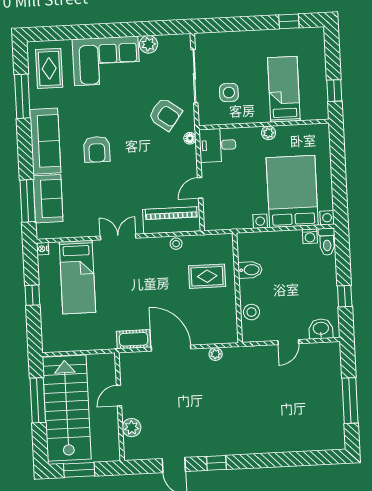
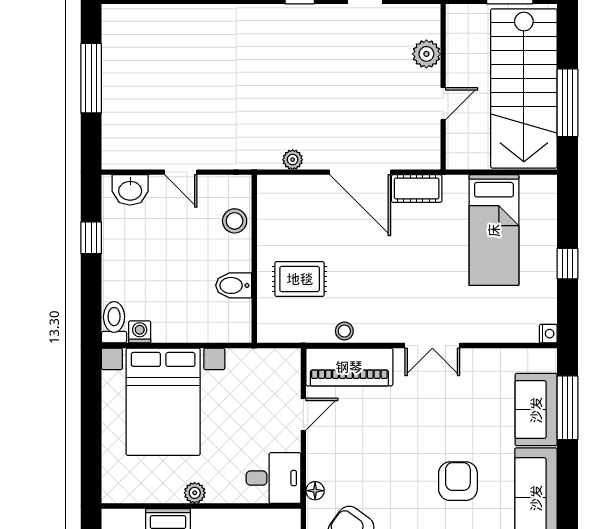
bed: (77, 277) -> (494, 230), moved, turned 180
door: (288, 342) -> (181, 172), swing flipped

